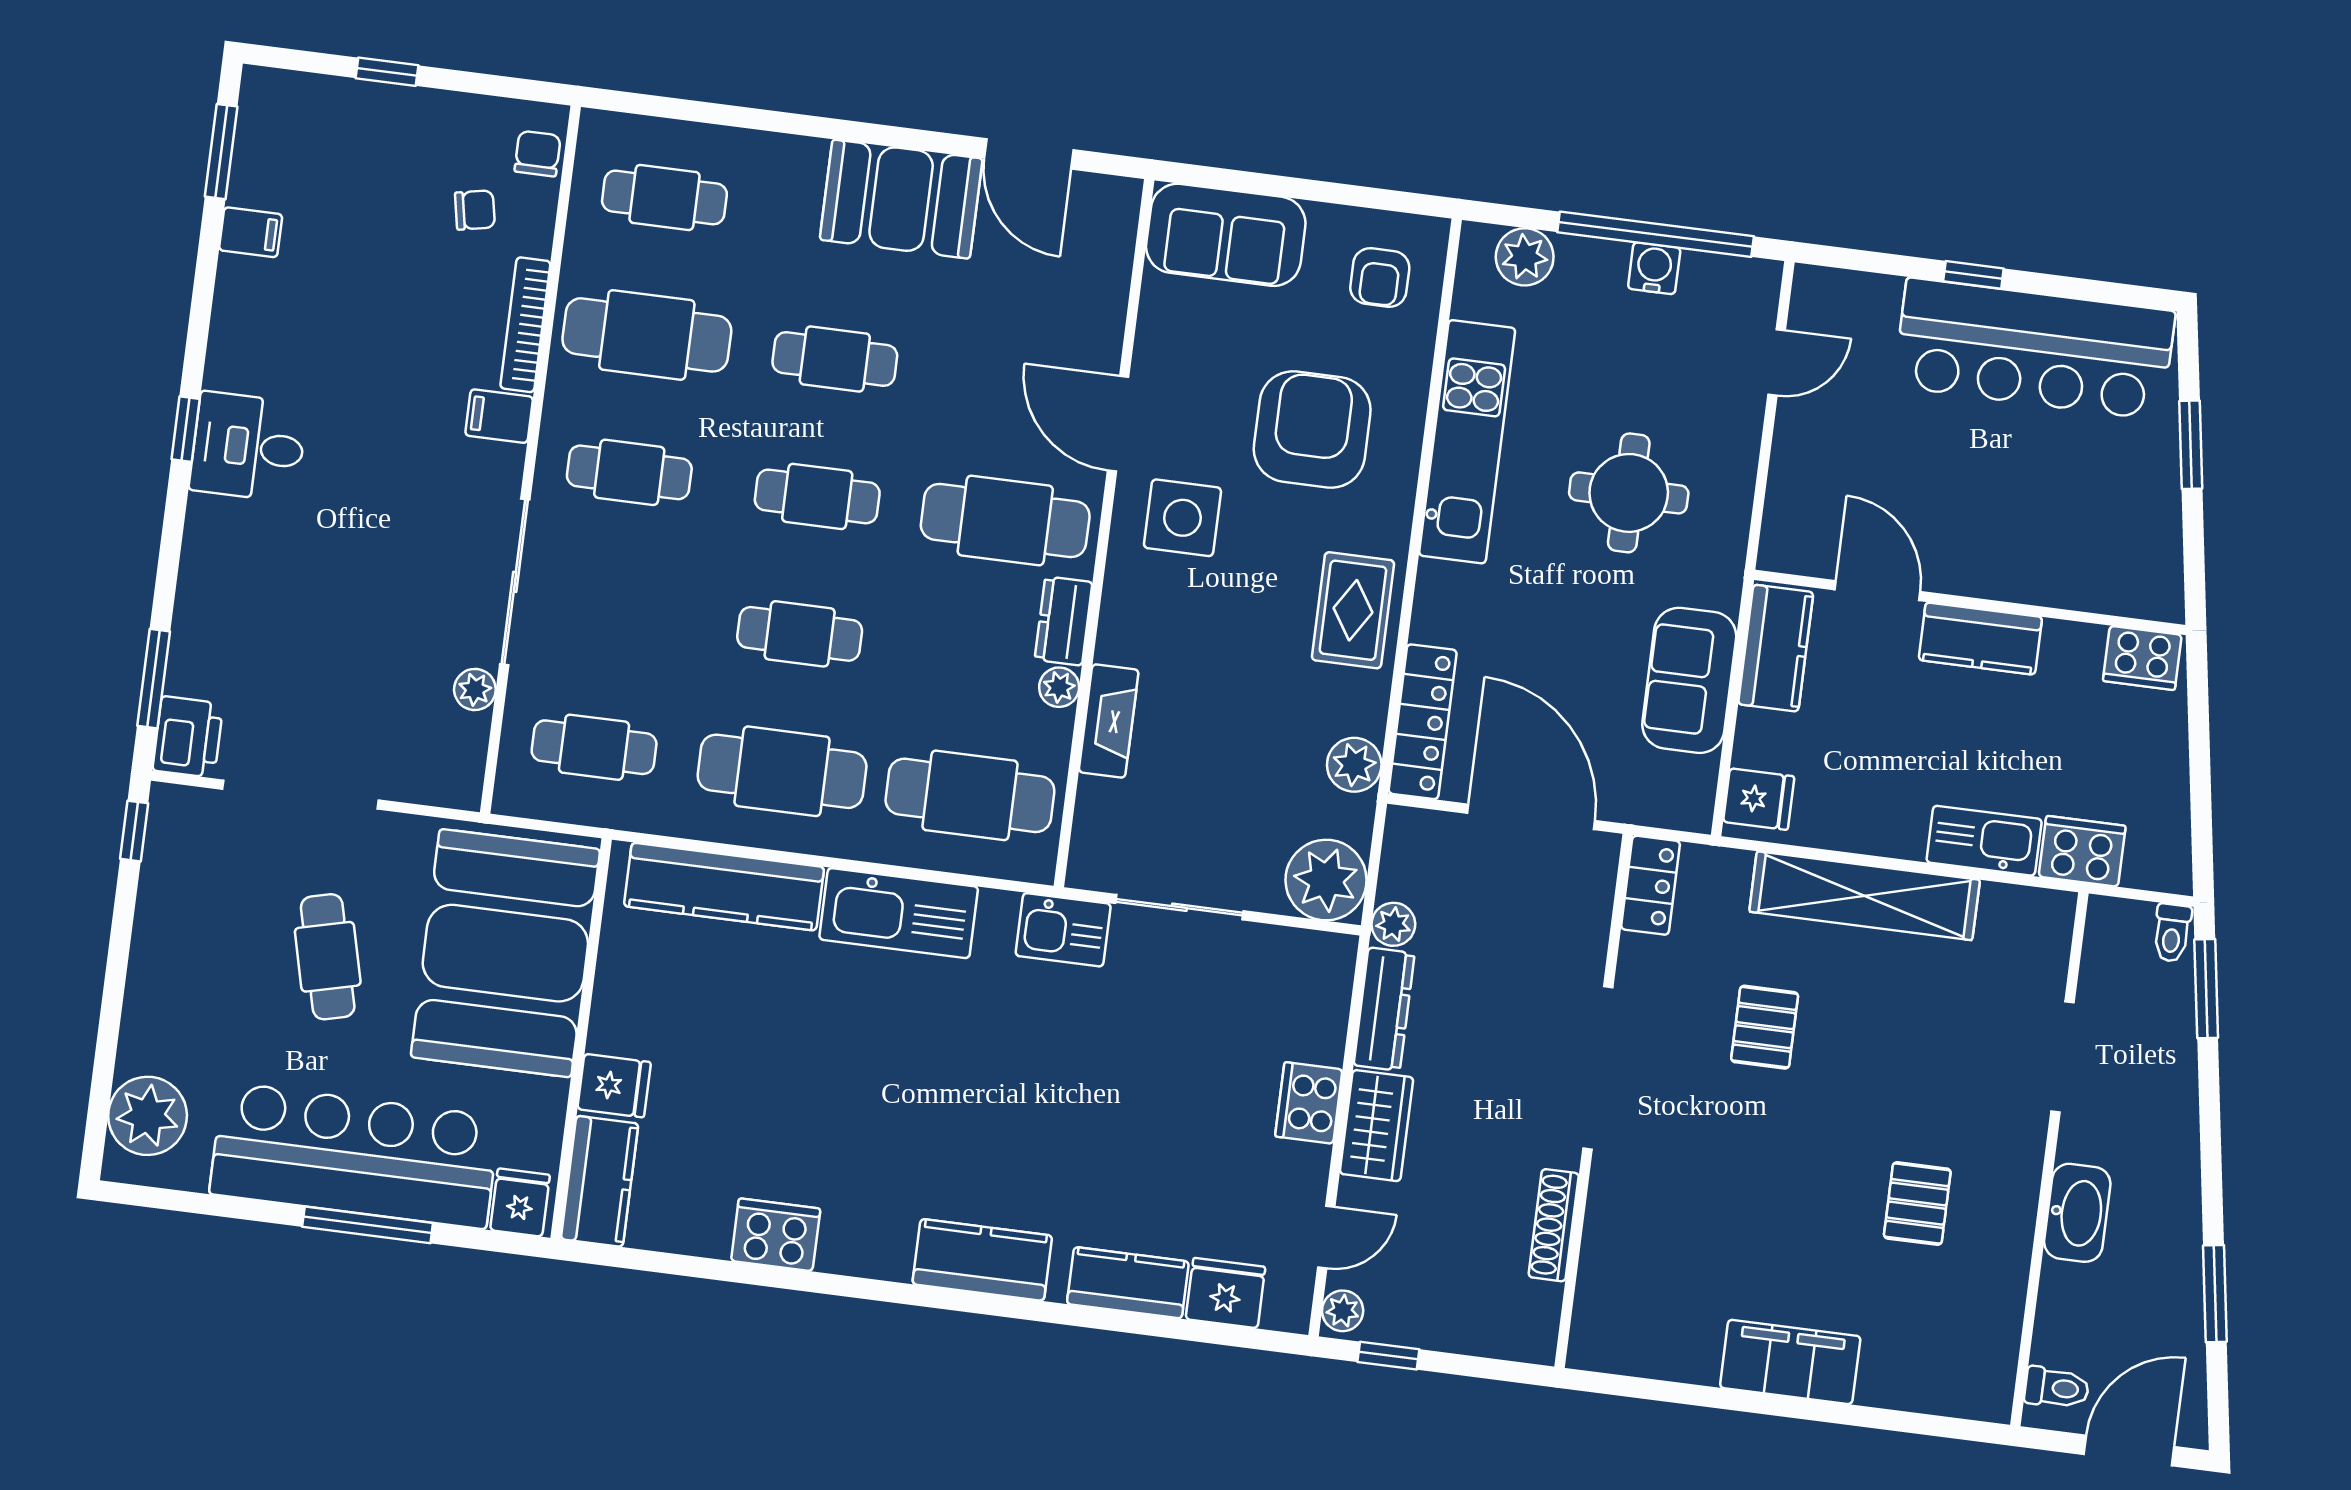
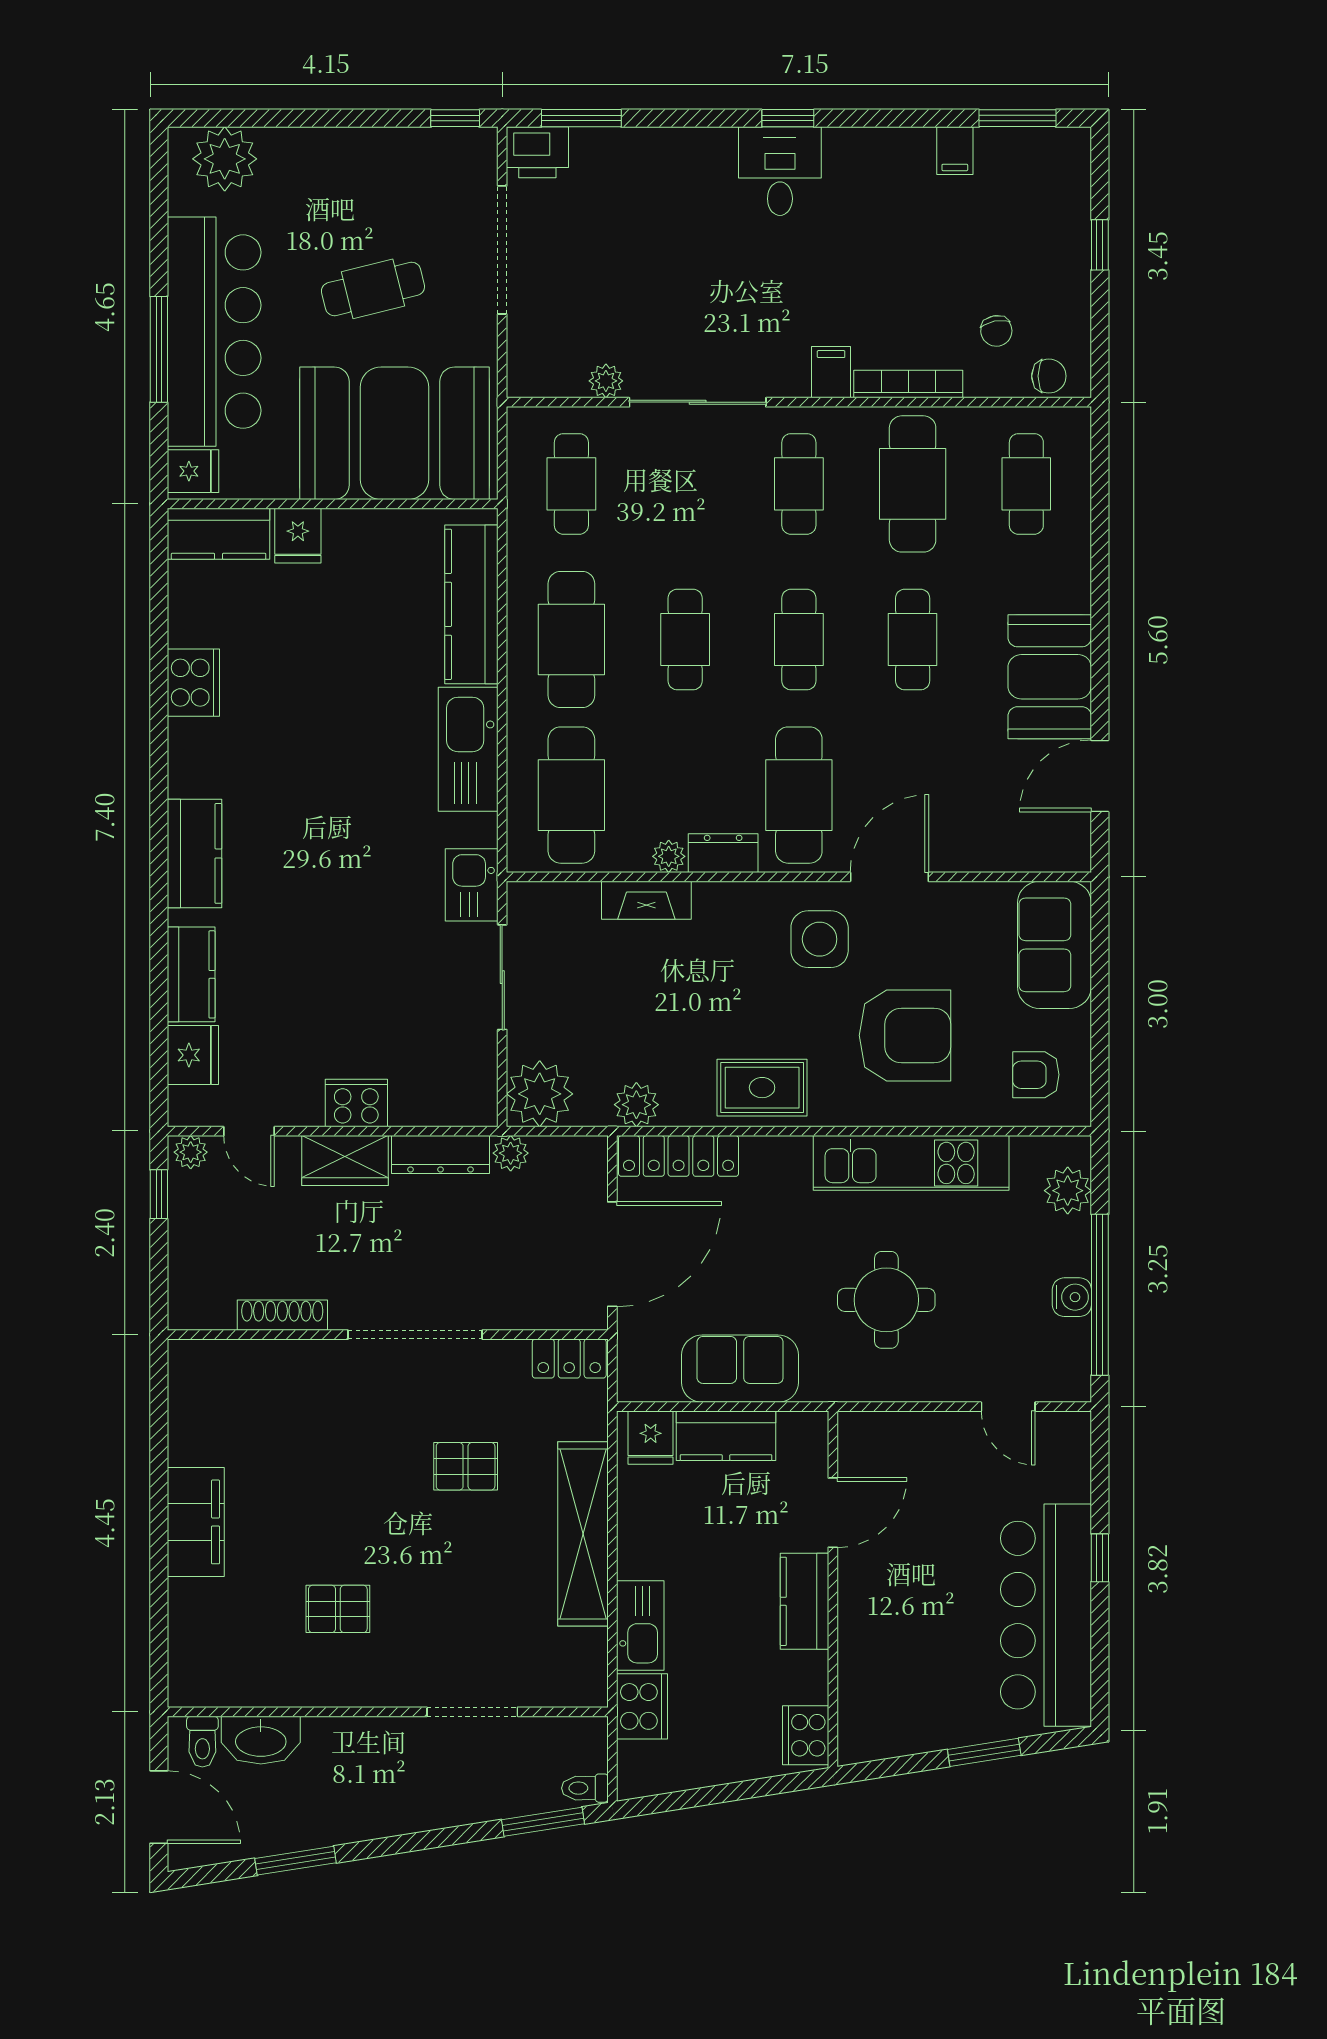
kitchen counter: (1776, 648) -> (726, 1436), moved
washbasin: (2077, 1213) -> (261, 1740), moved

